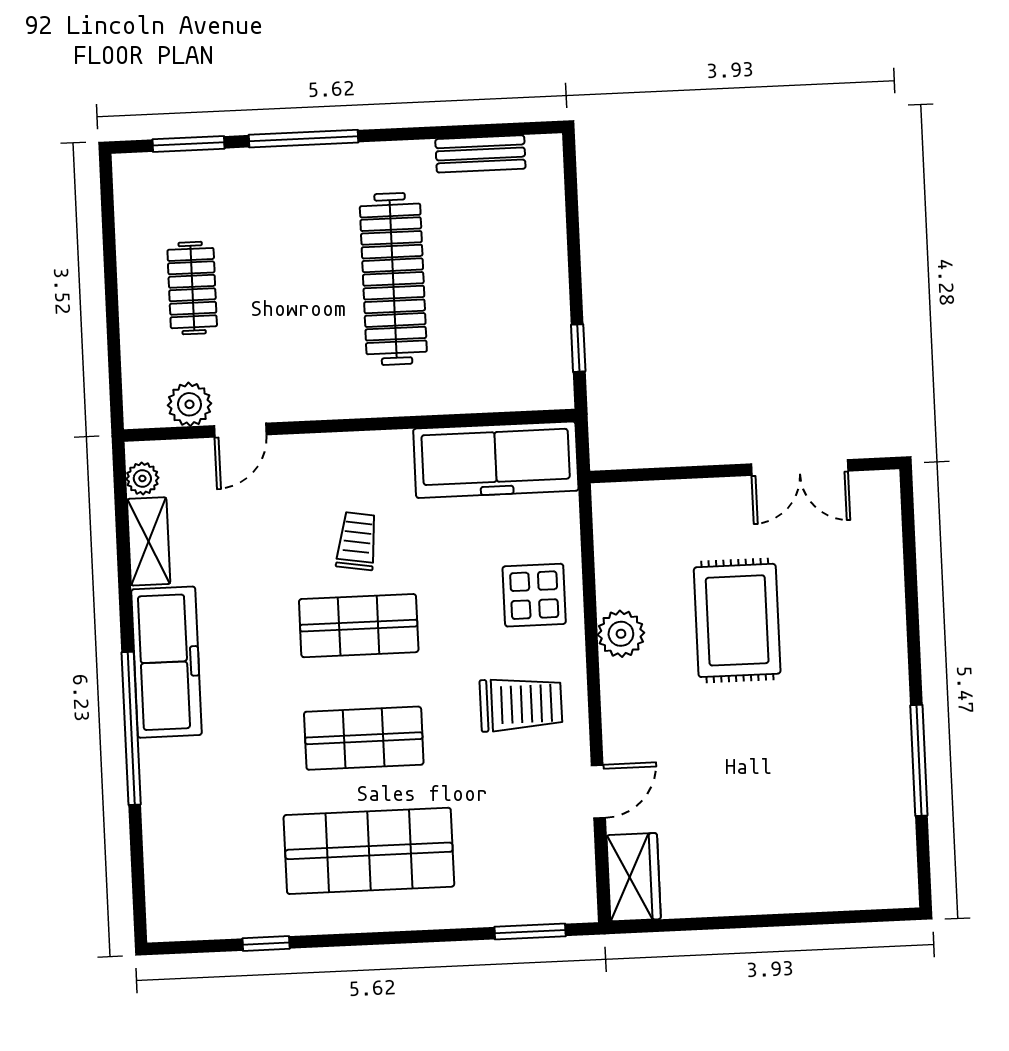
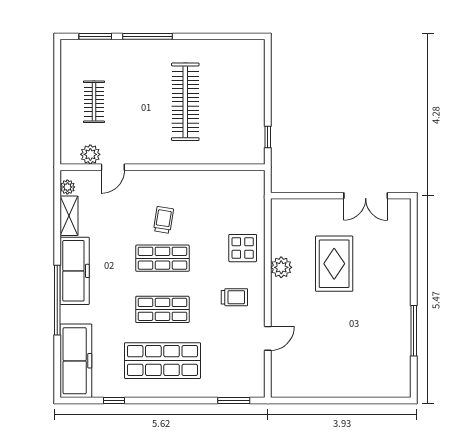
bench: (480, 154) -> (227, 47), removed
freezer: (496, 460) -> (76, 361), moved, turned -90
trolley: (521, 704) -> (234, 297), width x0.73, depth x0.72
wardrobe: (634, 877) -> (282, 378), removed

